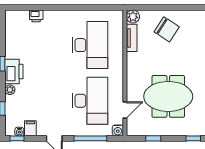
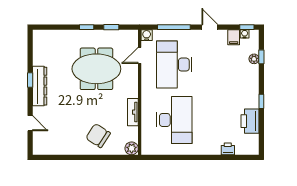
tv unit: (132, 38) -> (133, 112), moved
desk: (90, 45) -> (174, 120), turned 180
printer: (14, 71) -> (250, 121), moved
plant: (10, 90) -> (254, 59), moved
window: (193, 138) -> (87, 27), moved

